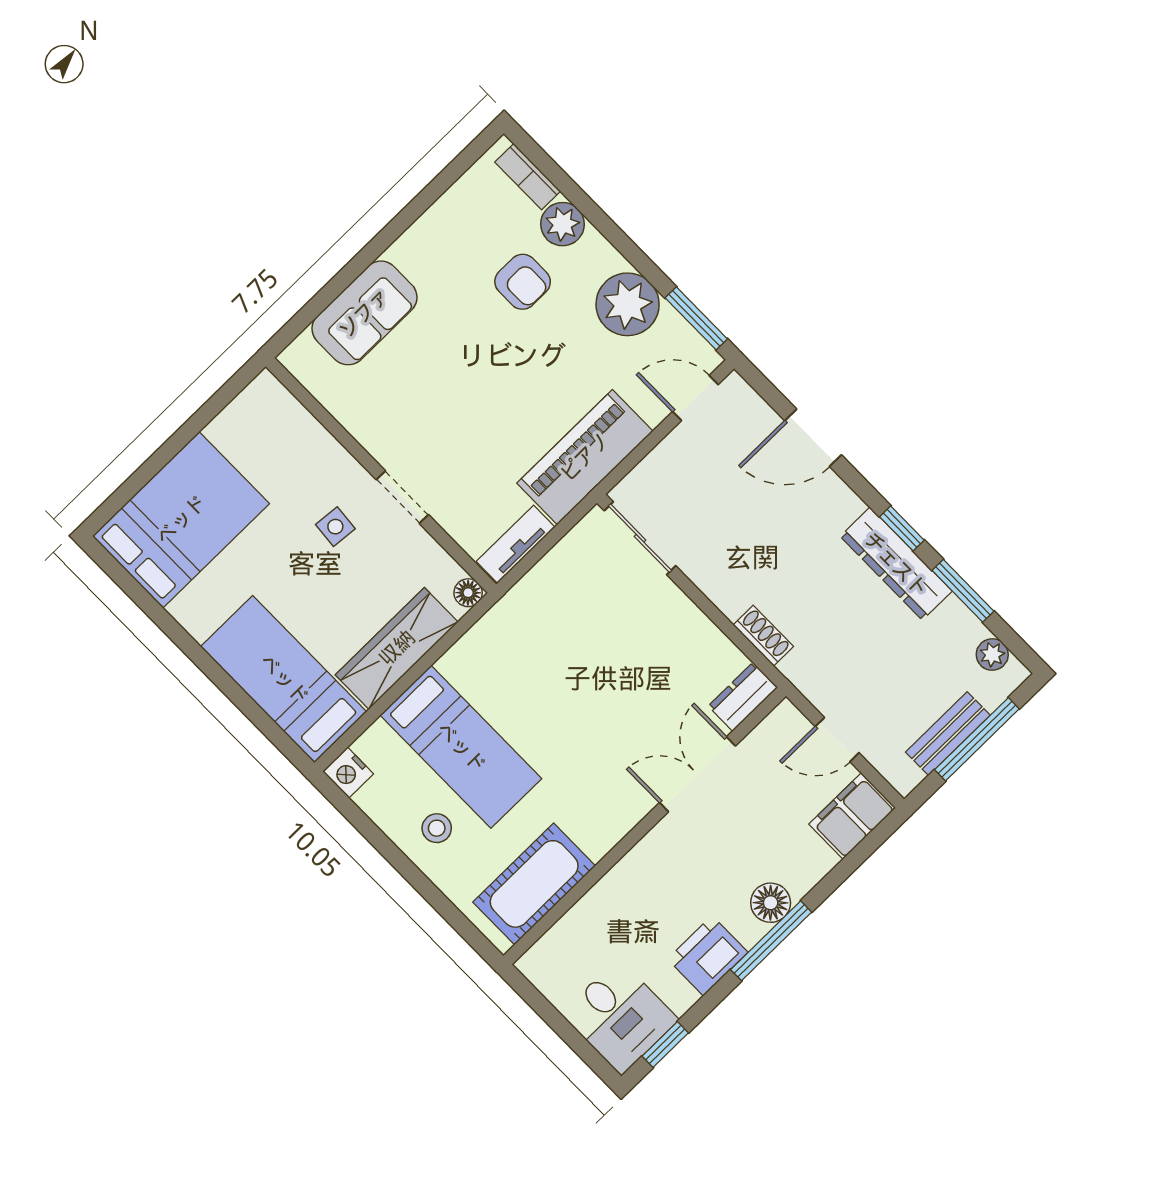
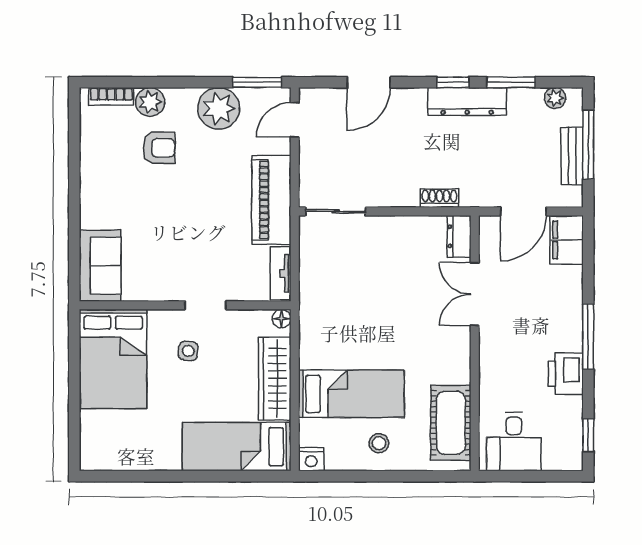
sofa: (364, 313) -> (100, 266), moved
bed: (181, 520) -> (113, 359), moved, turned 180
door: (837, 740) -> (523, 211), width x1.38
floor lamp: (771, 903) -> (570, 319), removed
desk: (620, 1017) -> (514, 442), moved, turned 90

